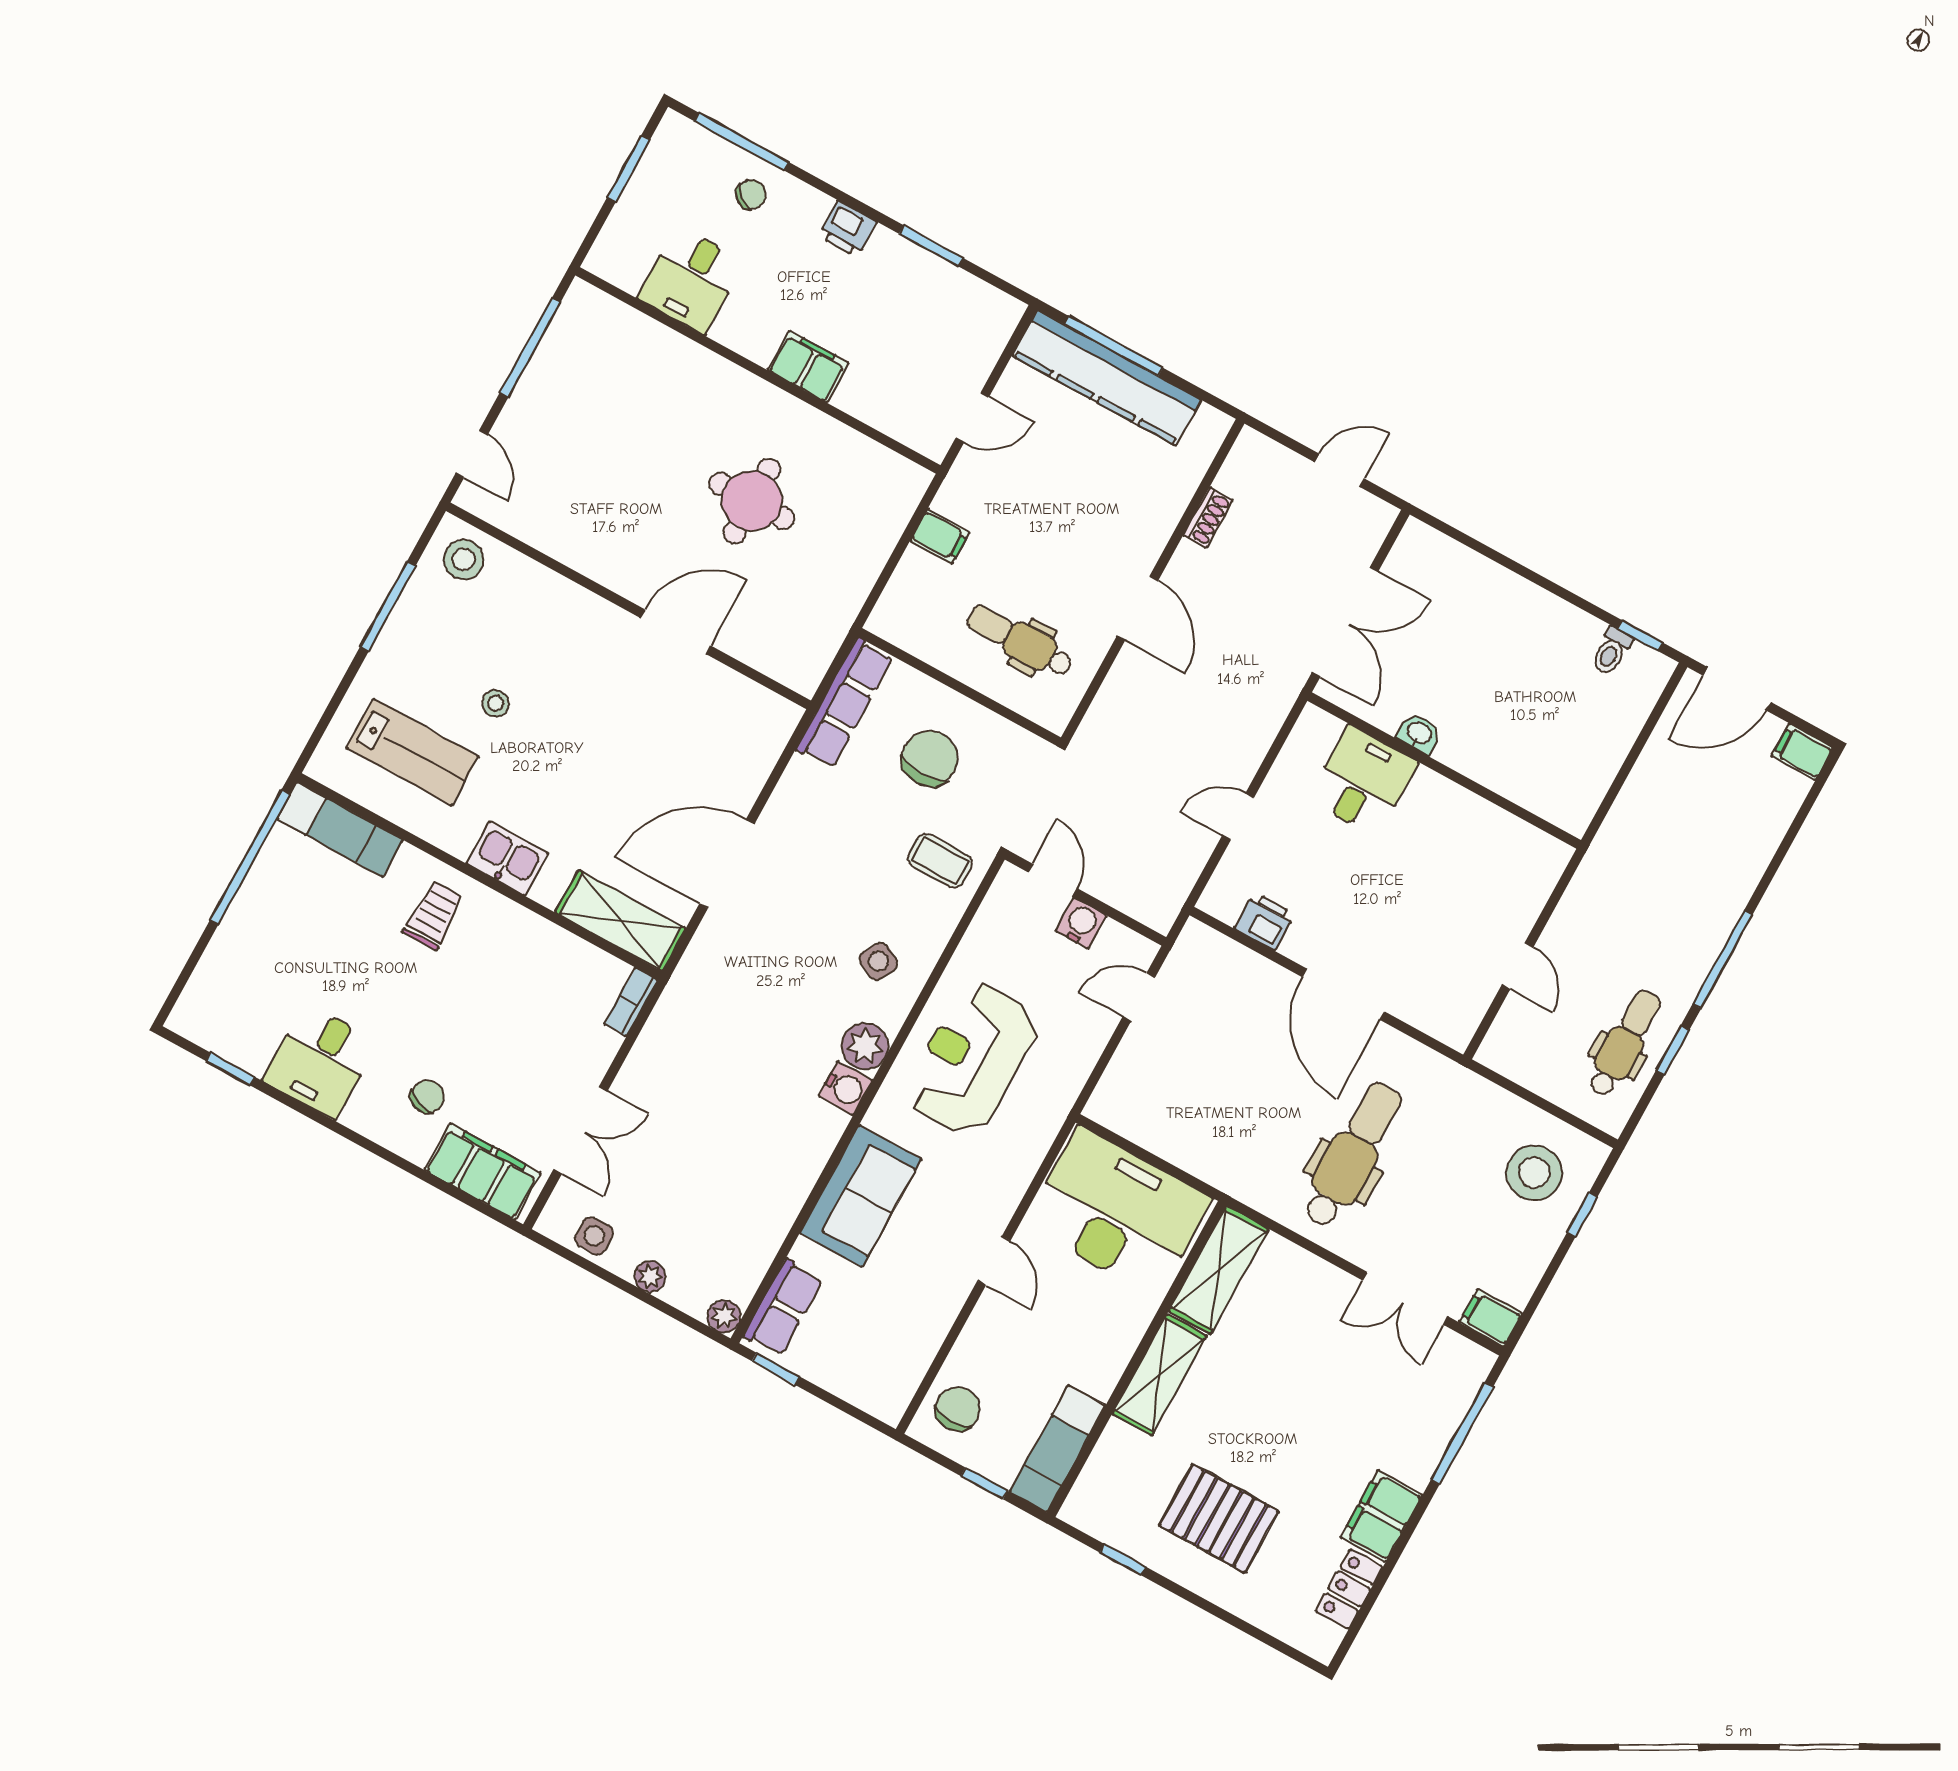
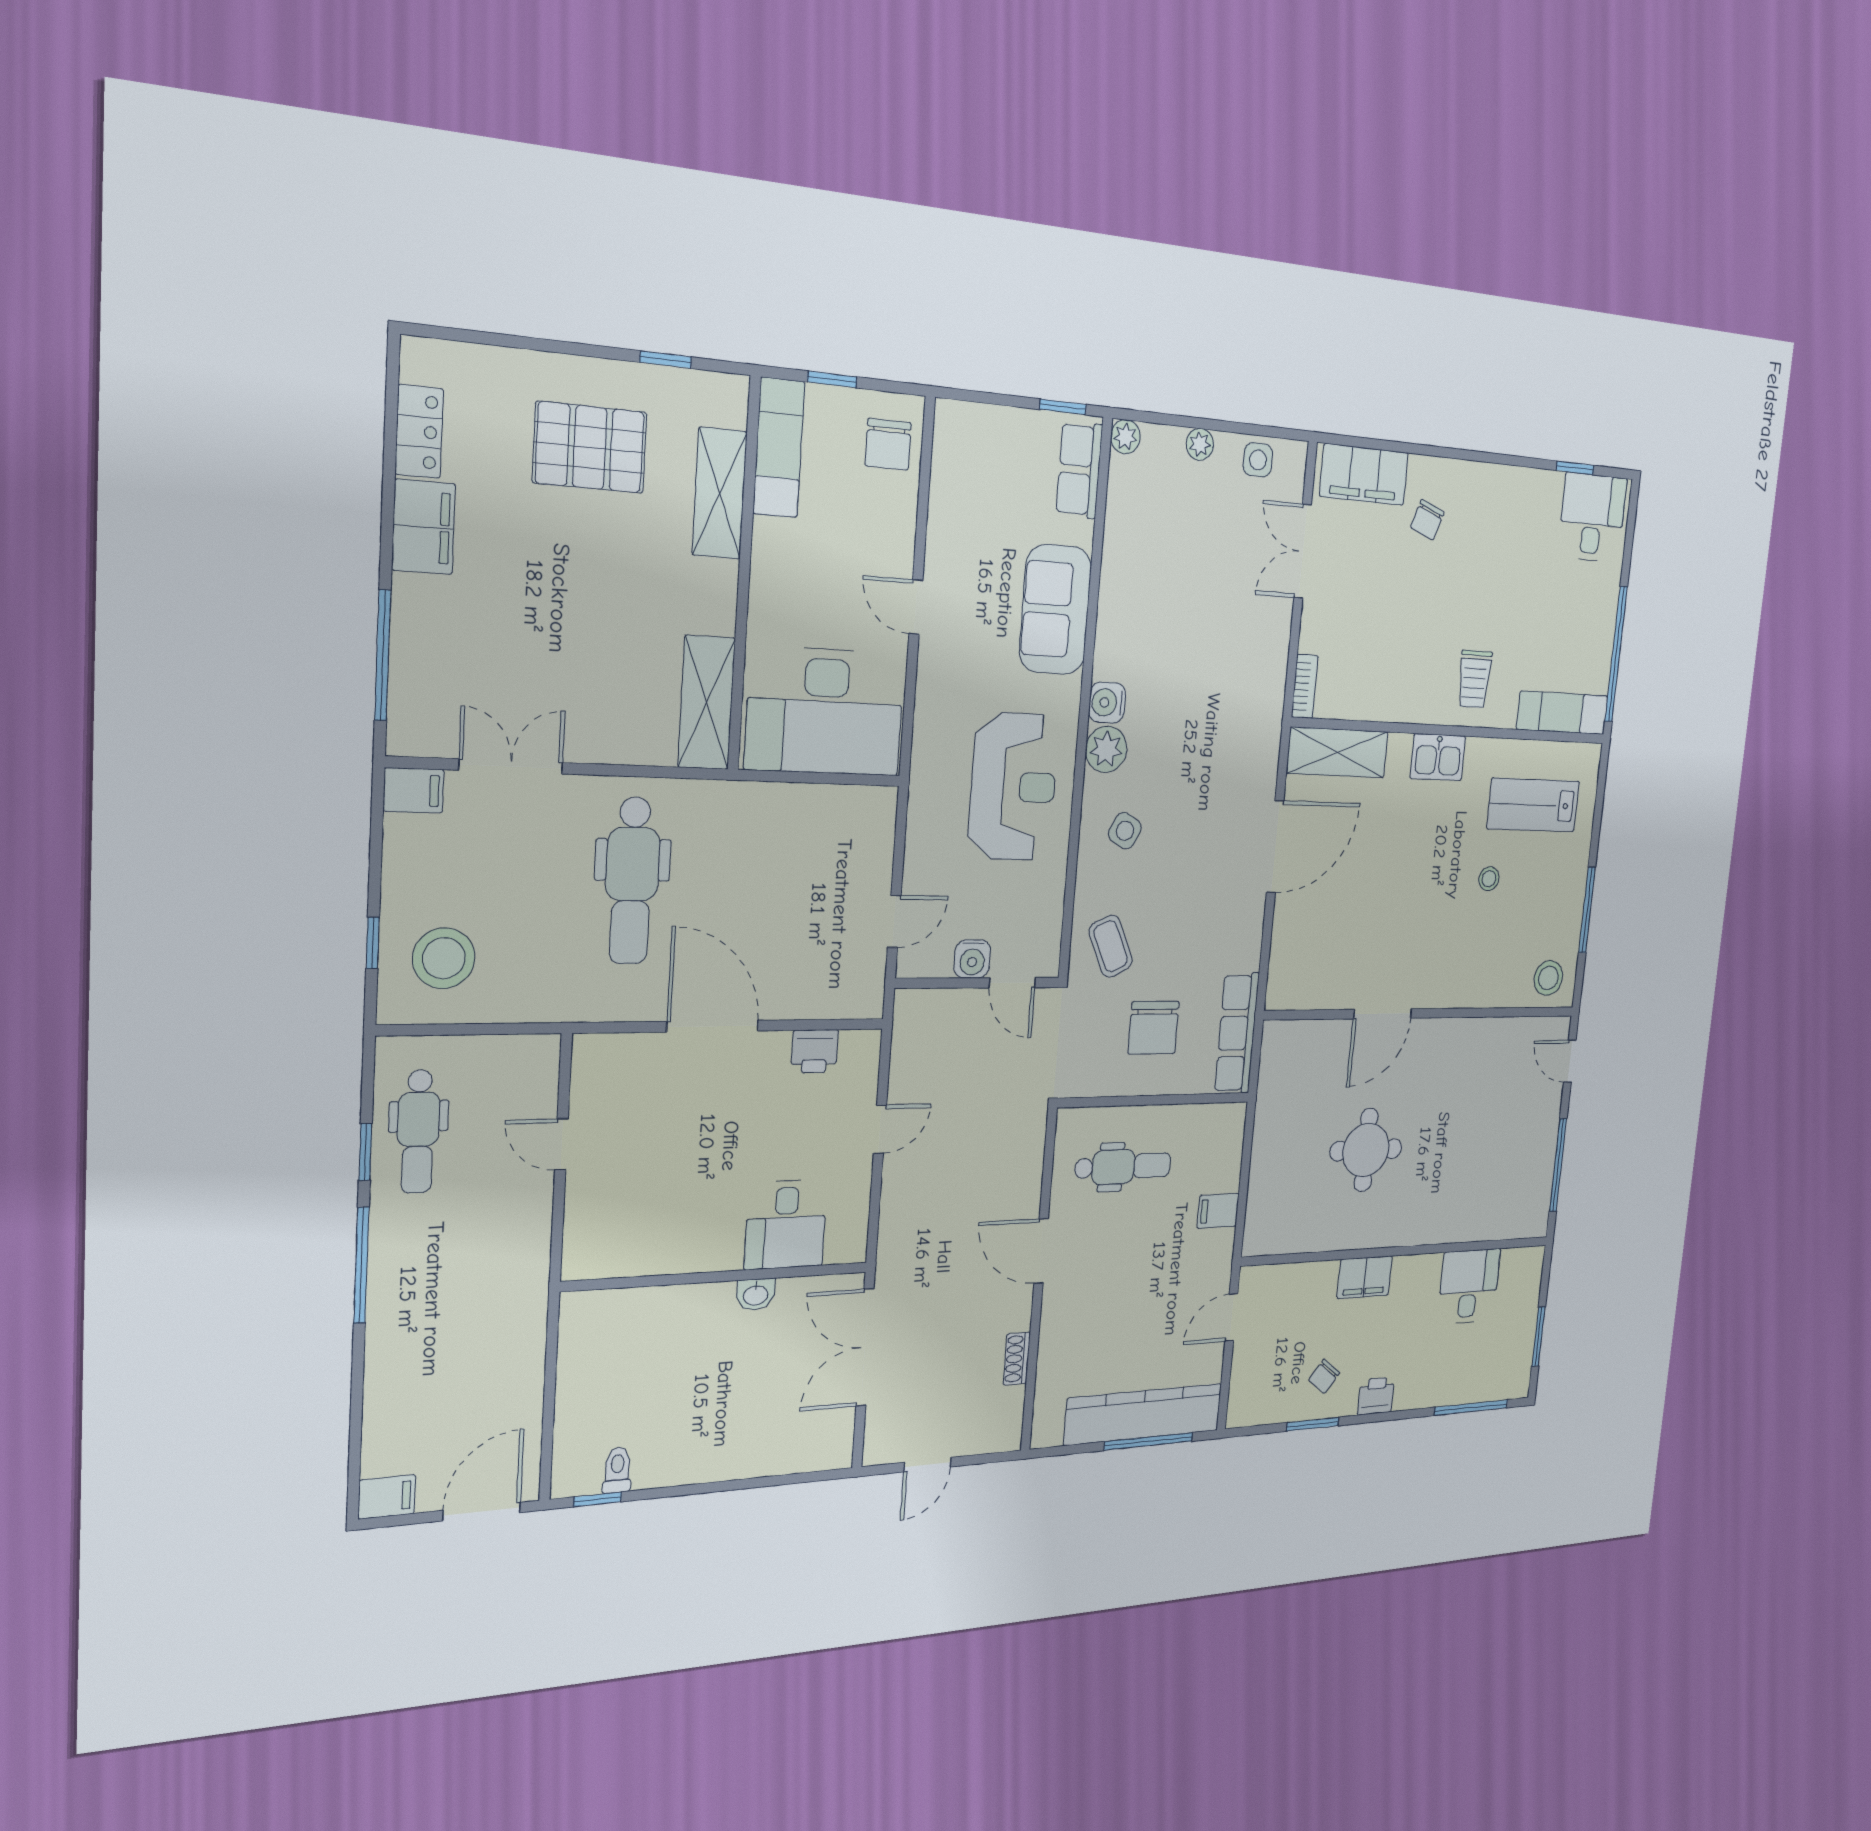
chair: (751, 194) -> (1324, 1376), moved
coffee table: (940, 861) -> (1111, 946), turned 65
desk: (320, 1061) -> (1592, 517), moved
shelving: (1159, 1375) -> (720, 493), moved

